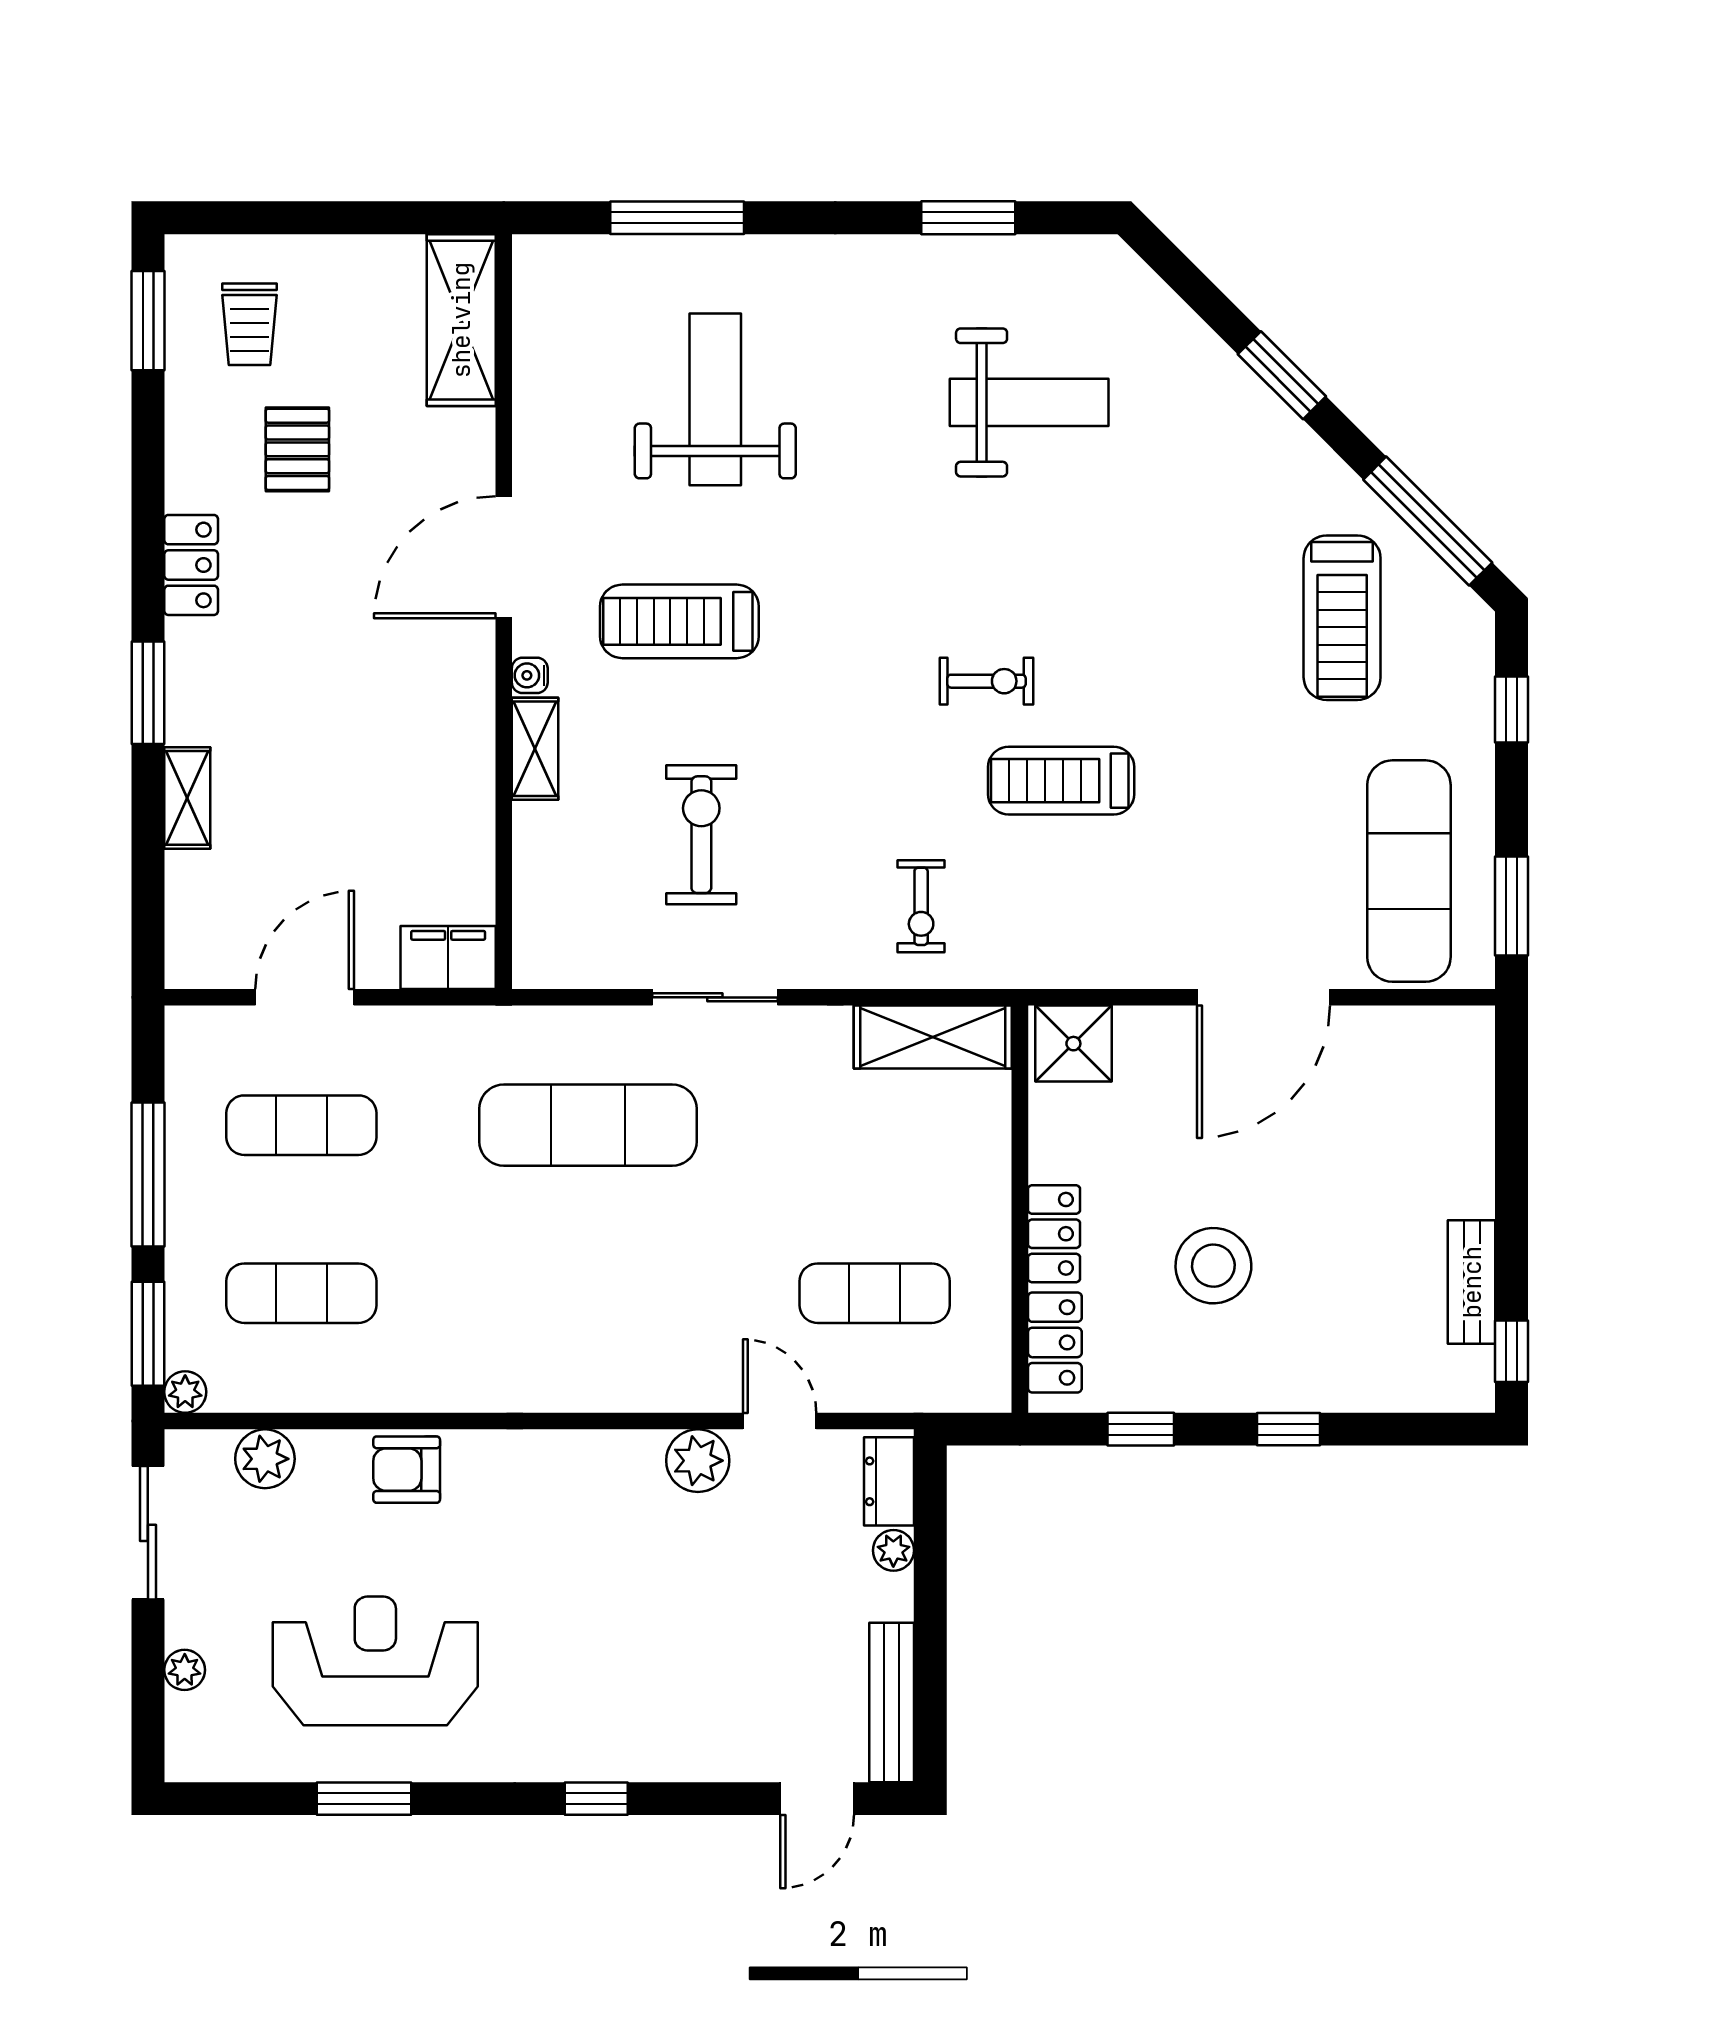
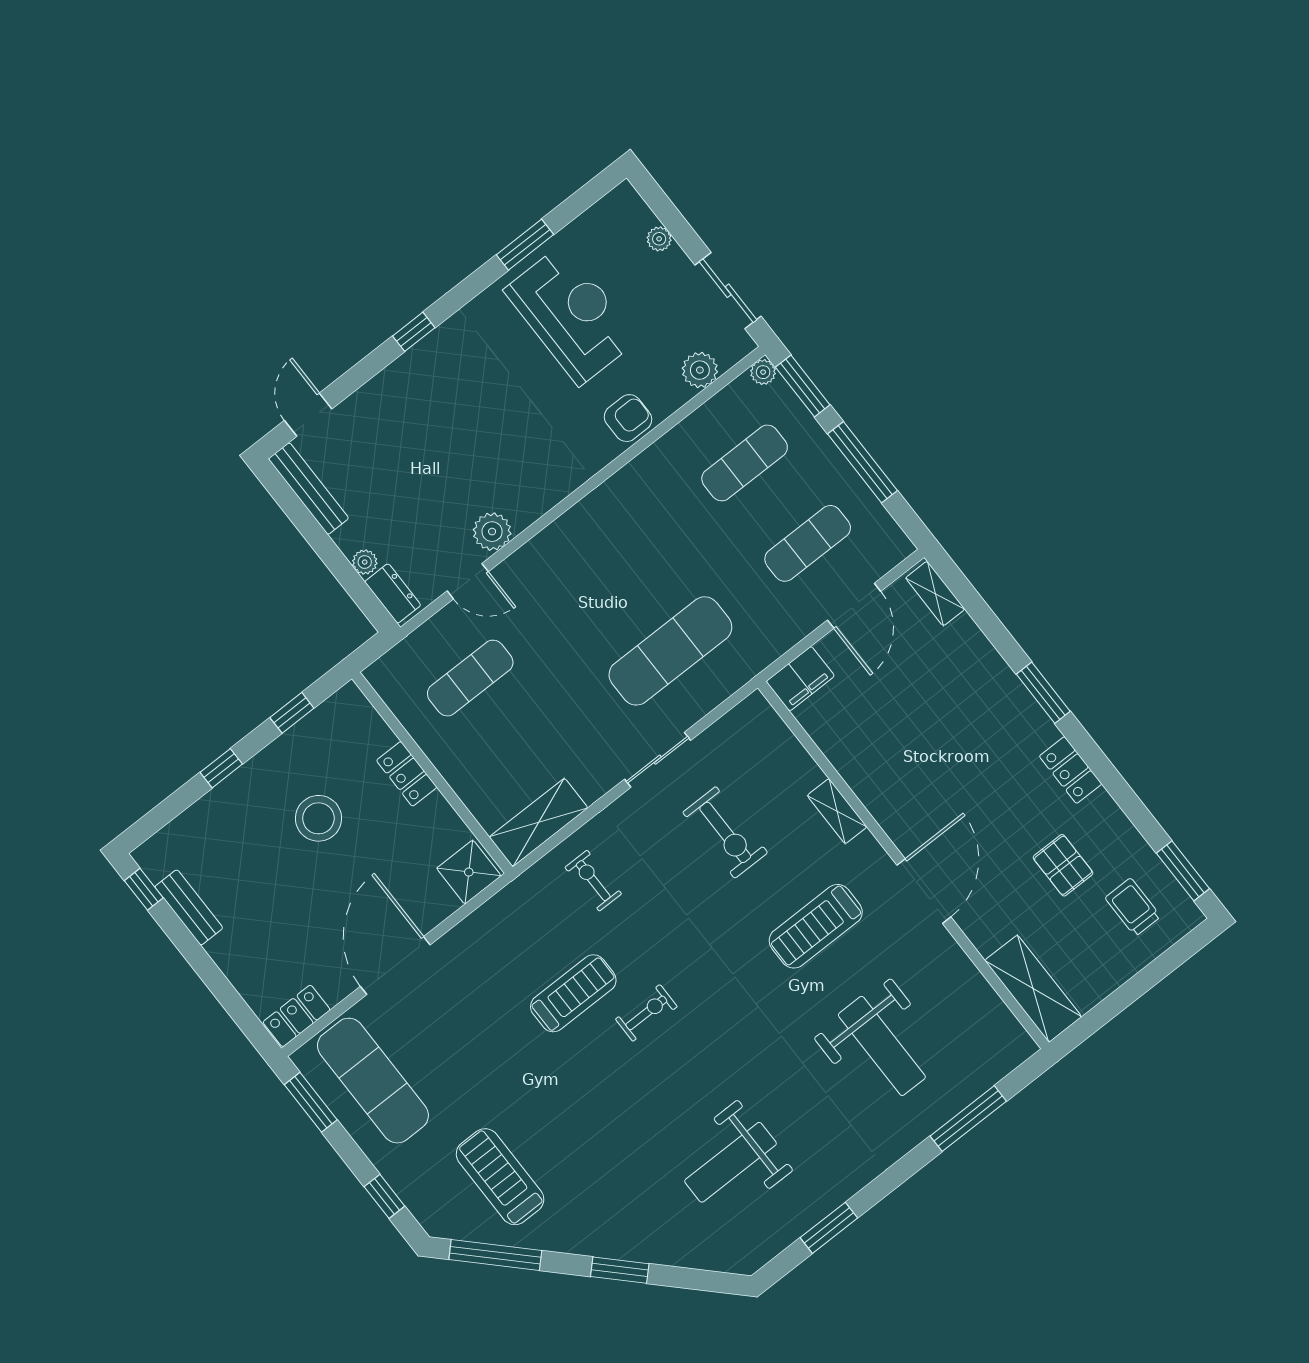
treadmill: (679, 621) -> (816, 926), turned 180
water cooler: (530, 675) -> (867, 844), removed
exercise bike: (986, 681) -> (646, 1013), turned 180
shelving: (187, 798) -> (935, 594), moved
locker: (1055, 1342) -> (297, 1016), moved, turned 90
reception desk: (375, 1661) -> (571, 315), turned -90

